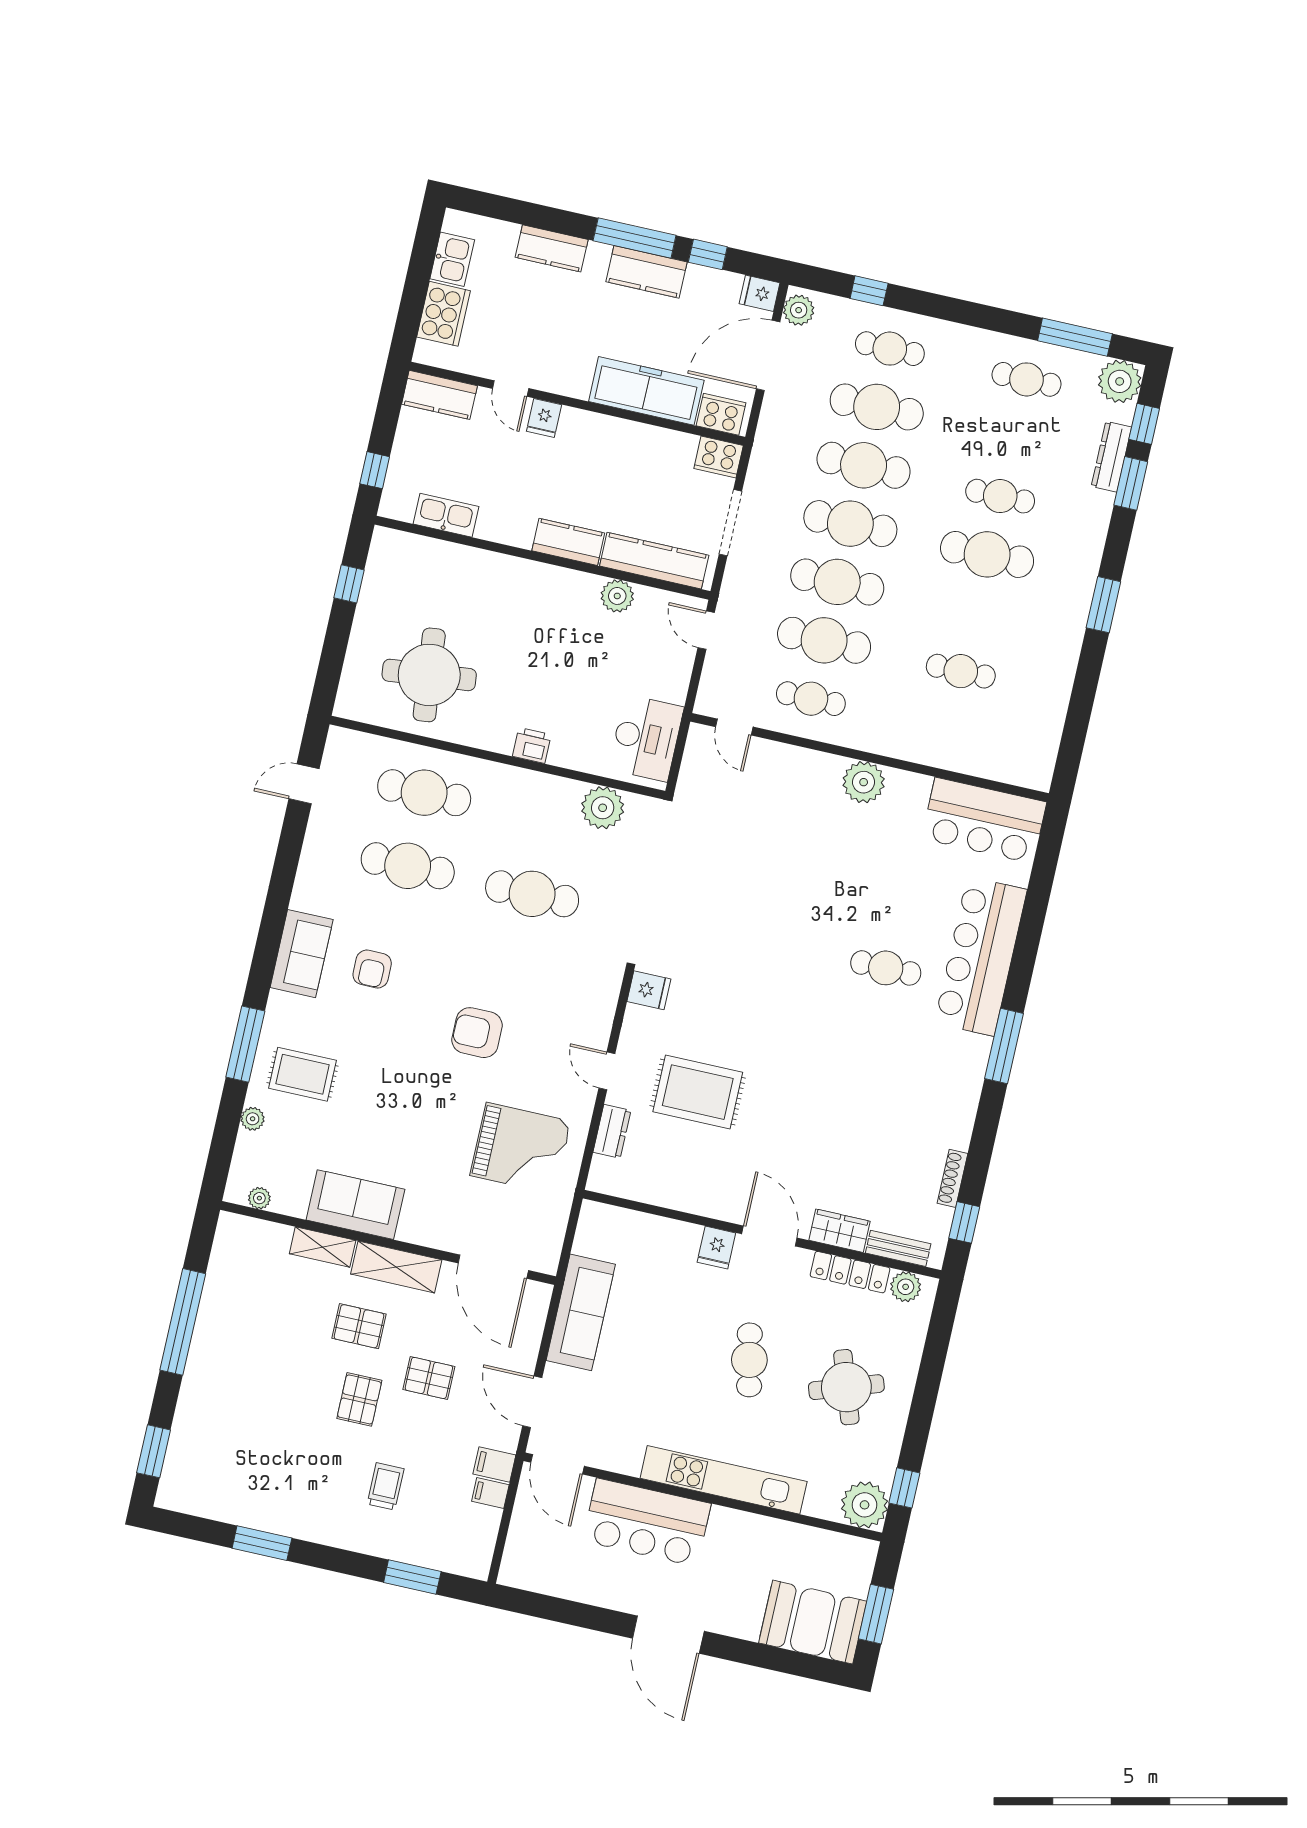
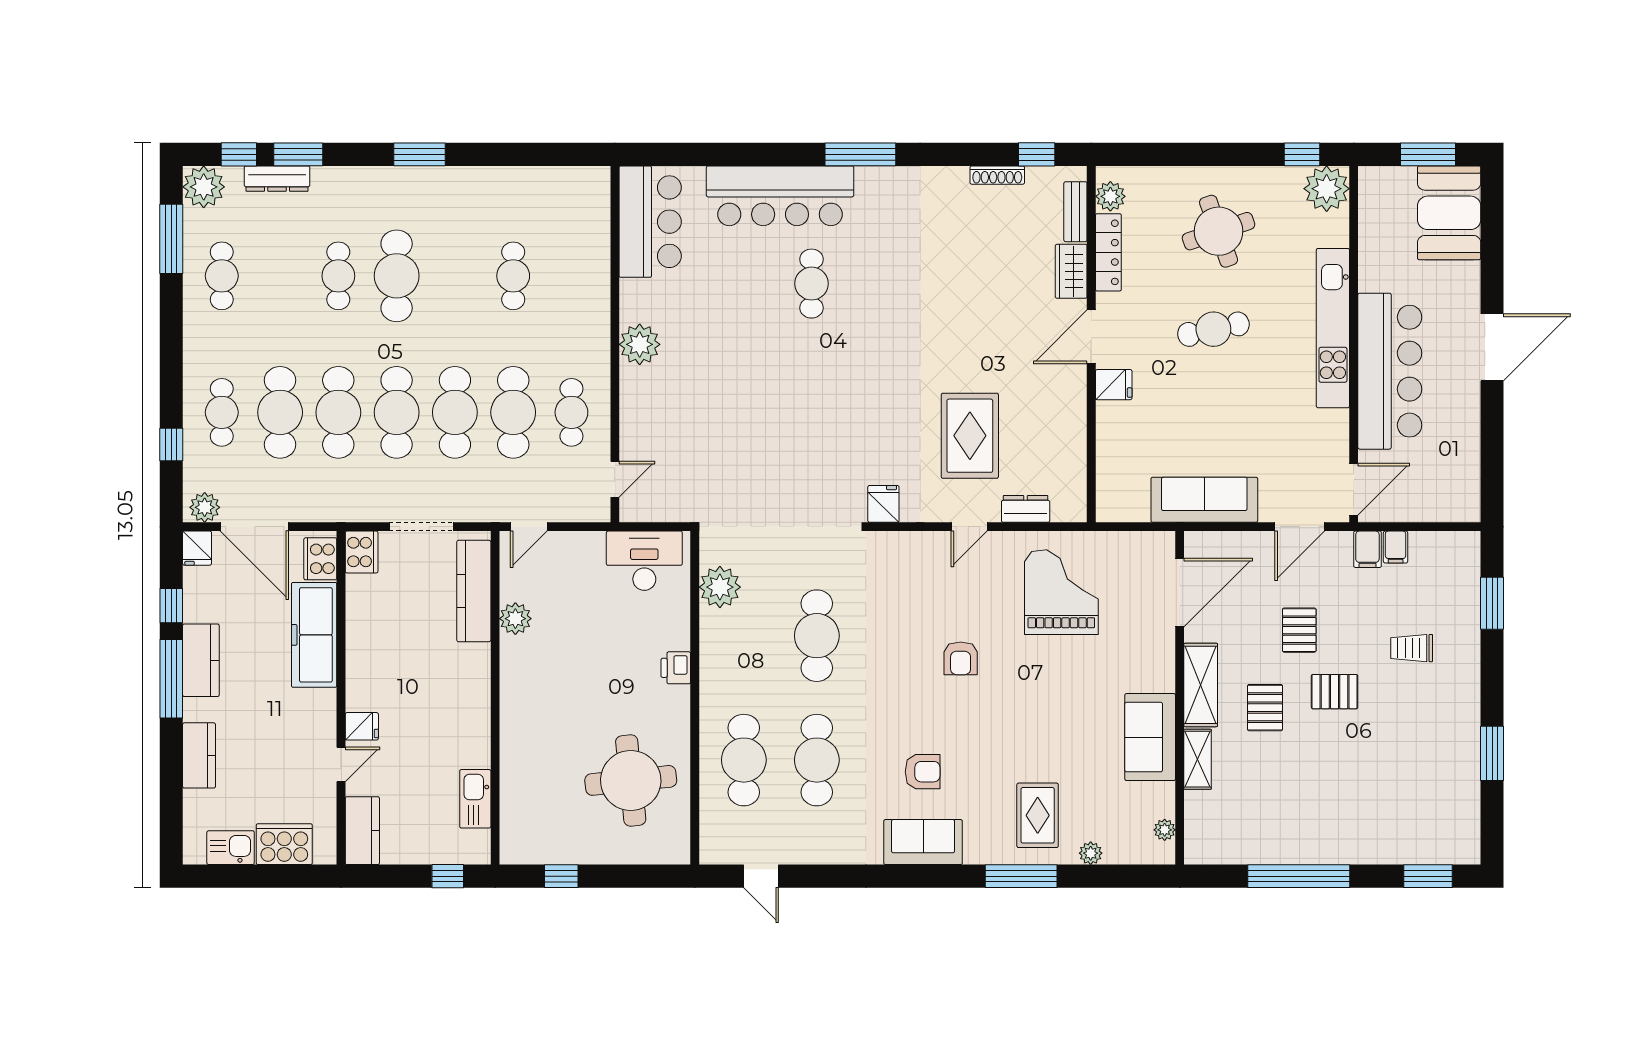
kitchen counter: (568, 542) -> (474, 677), removed
armchair: (477, 1033) -> (961, 658), width x0.72, depth x0.72
bar counter: (647, 1522) -> (1390, 371), width x1.36

